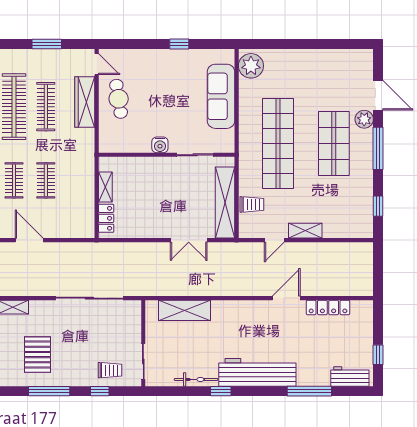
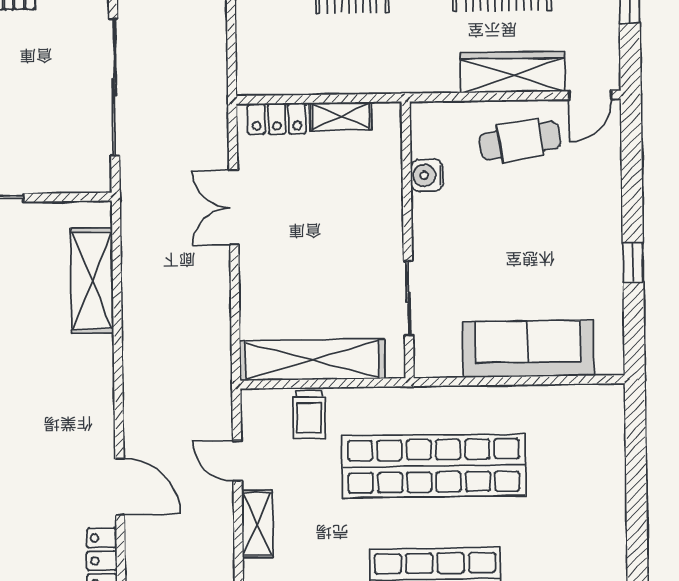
plant: (251, 66) -> (591, 409), removed
water cooler: (160, 145) -> (427, 175), moved
double door: (189, 240) -> (234, 207), moved

